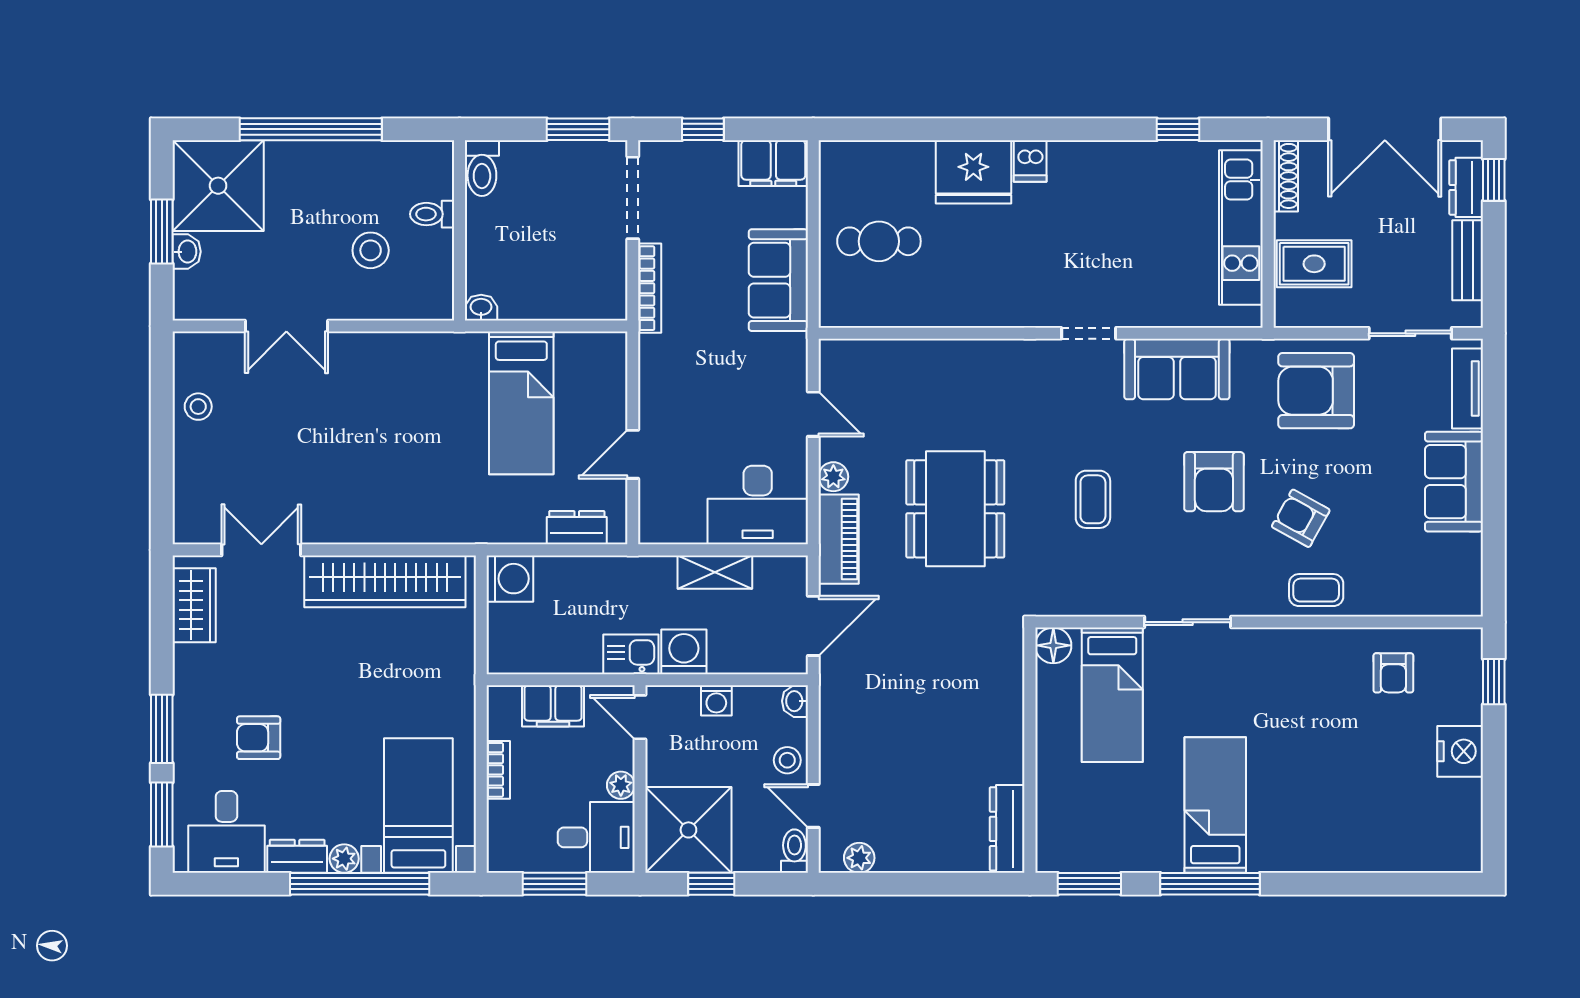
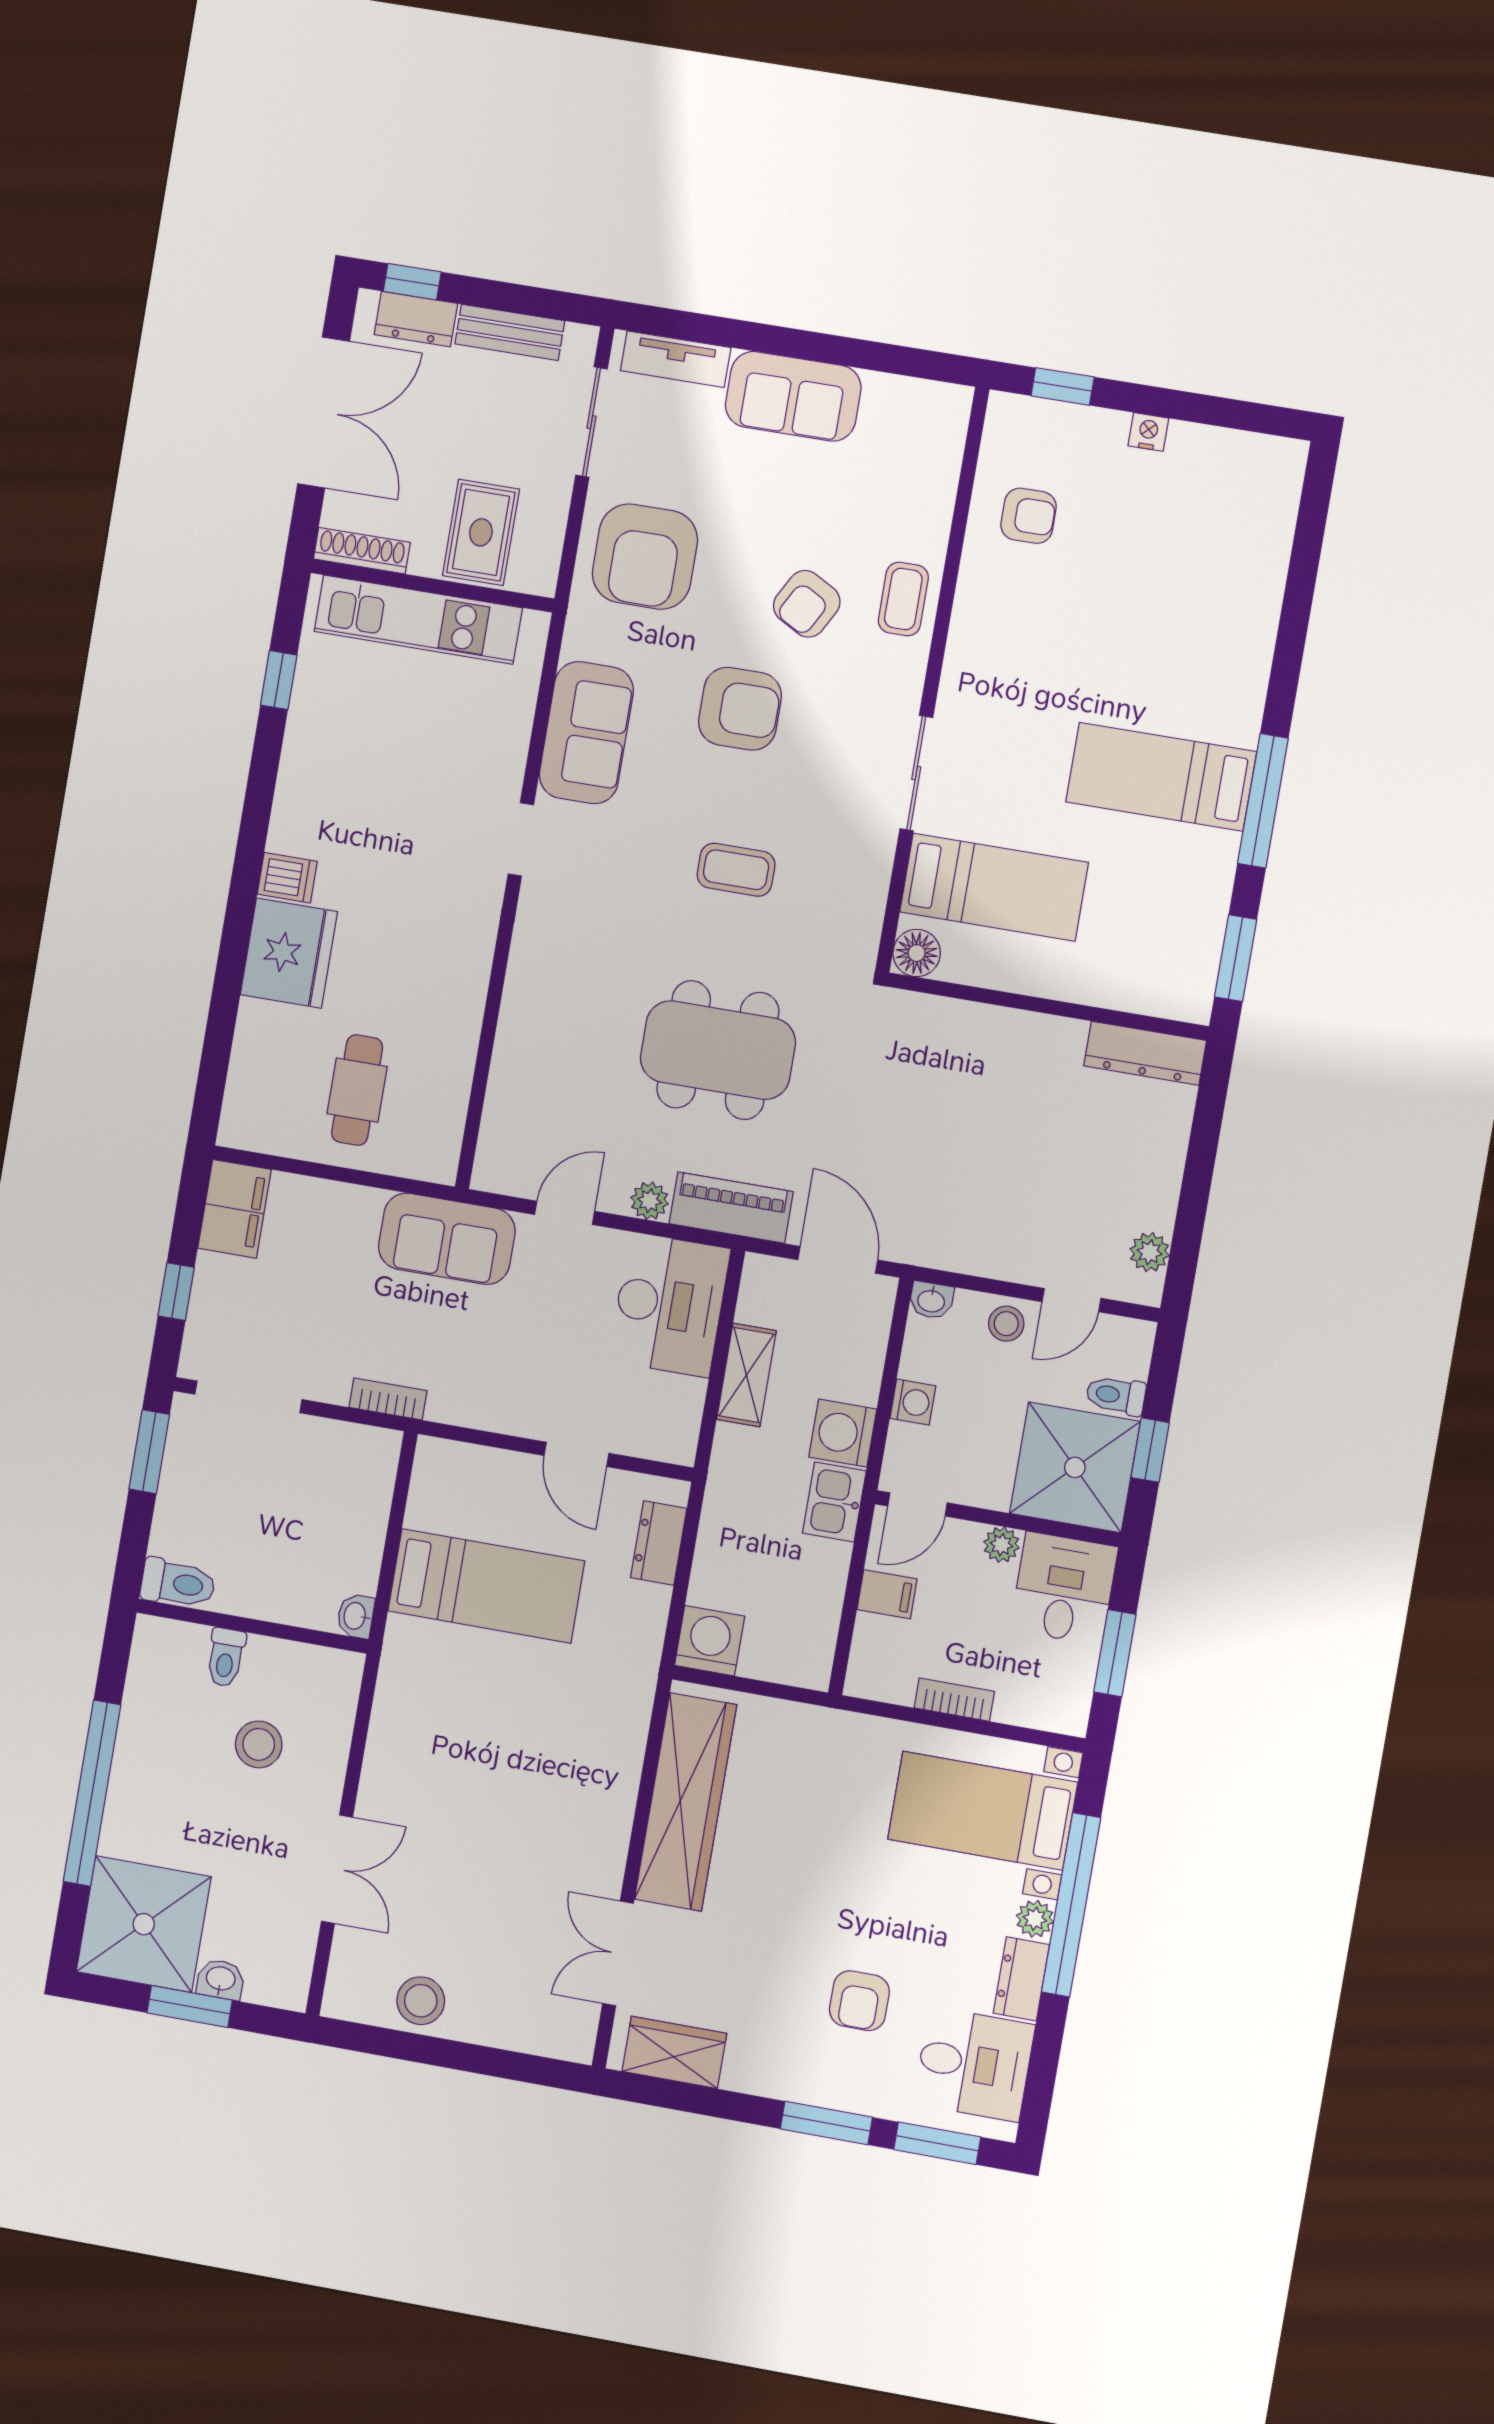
sofa: (778, 280) -> (447, 1239), moved
bookcase: (650, 288) -> (388, 1399), width x0.64
stool: (198, 407) -> (421, 2001), width x1.37, depth x1.37
filing cabinet: (553, 706) -> (887, 1594), width x0.50
nightstand: (1460, 751) -> (1148, 432), width x0.53, depth x0.56
toilet: (794, 851) -> (1116, 1395), moved

